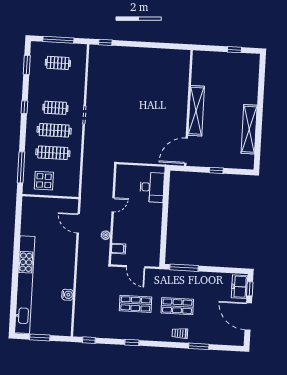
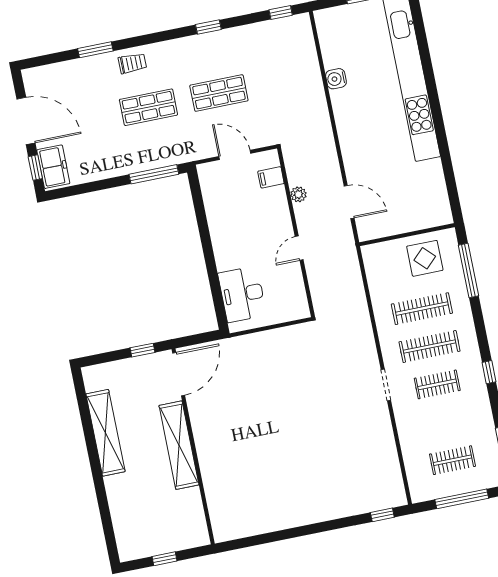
wall: (188, 108) -> (193, 446), moved
shelving: (196, 111) -> (179, 445), moved
door: (186, 151) -> (179, 374), moved

